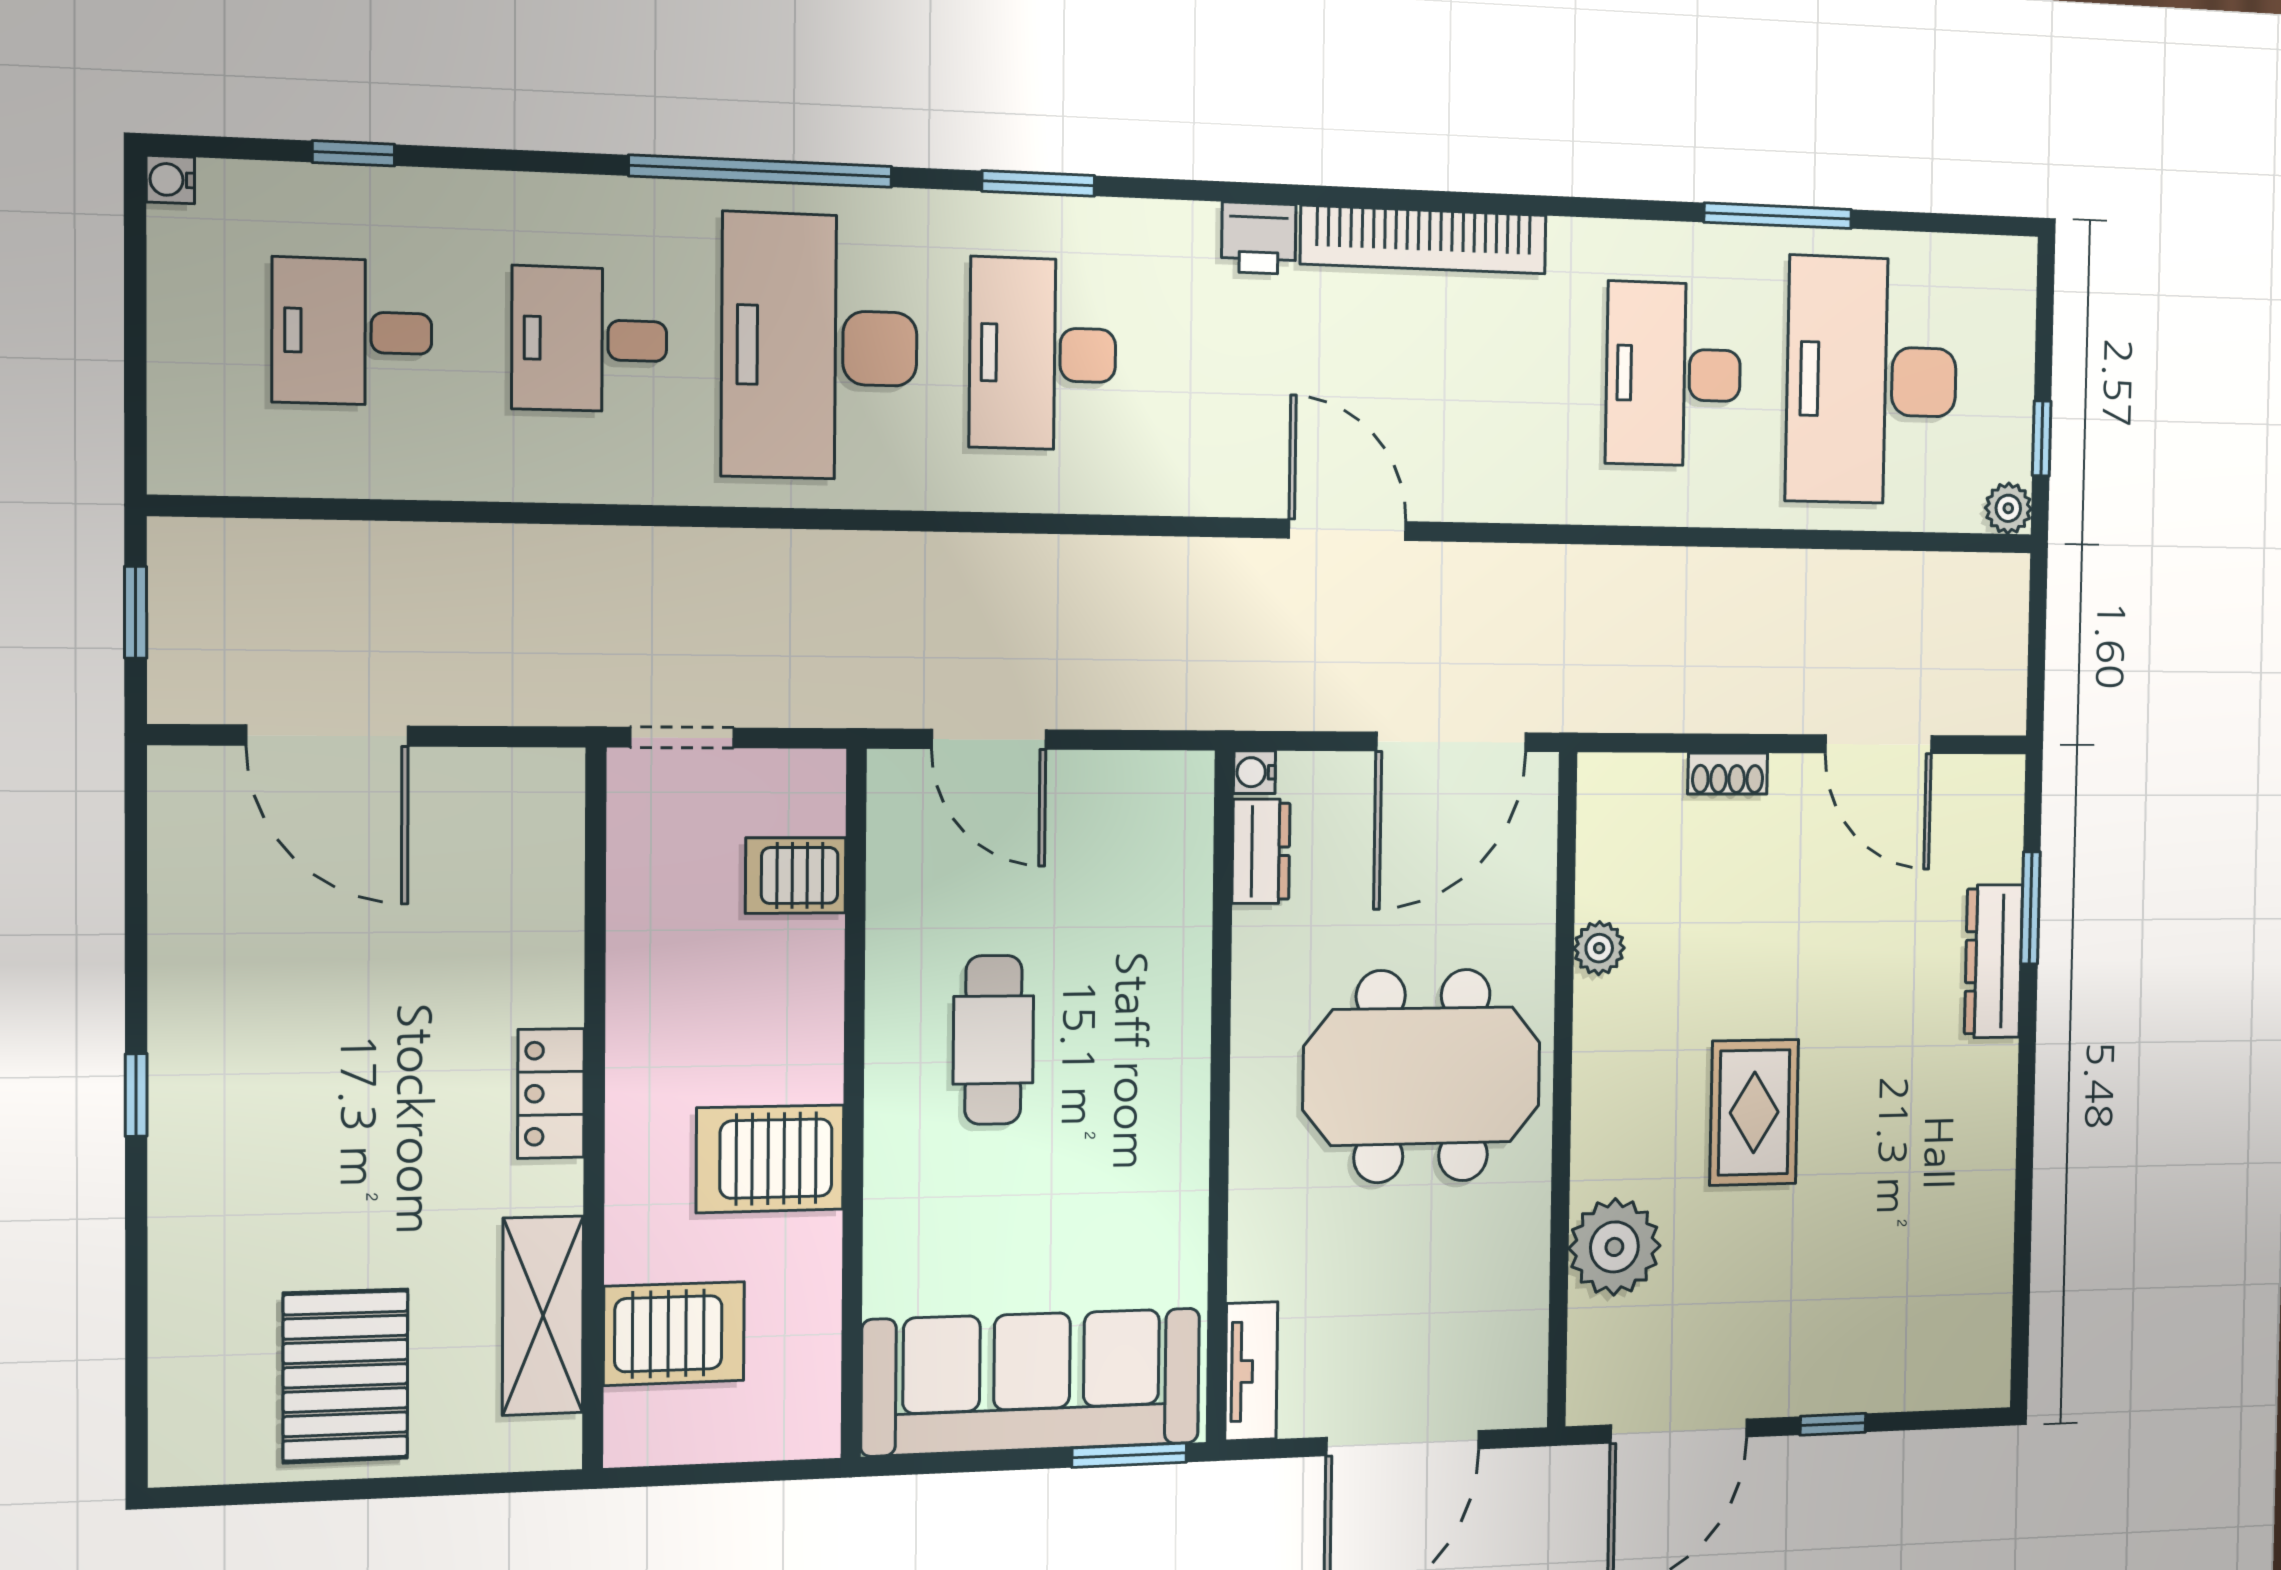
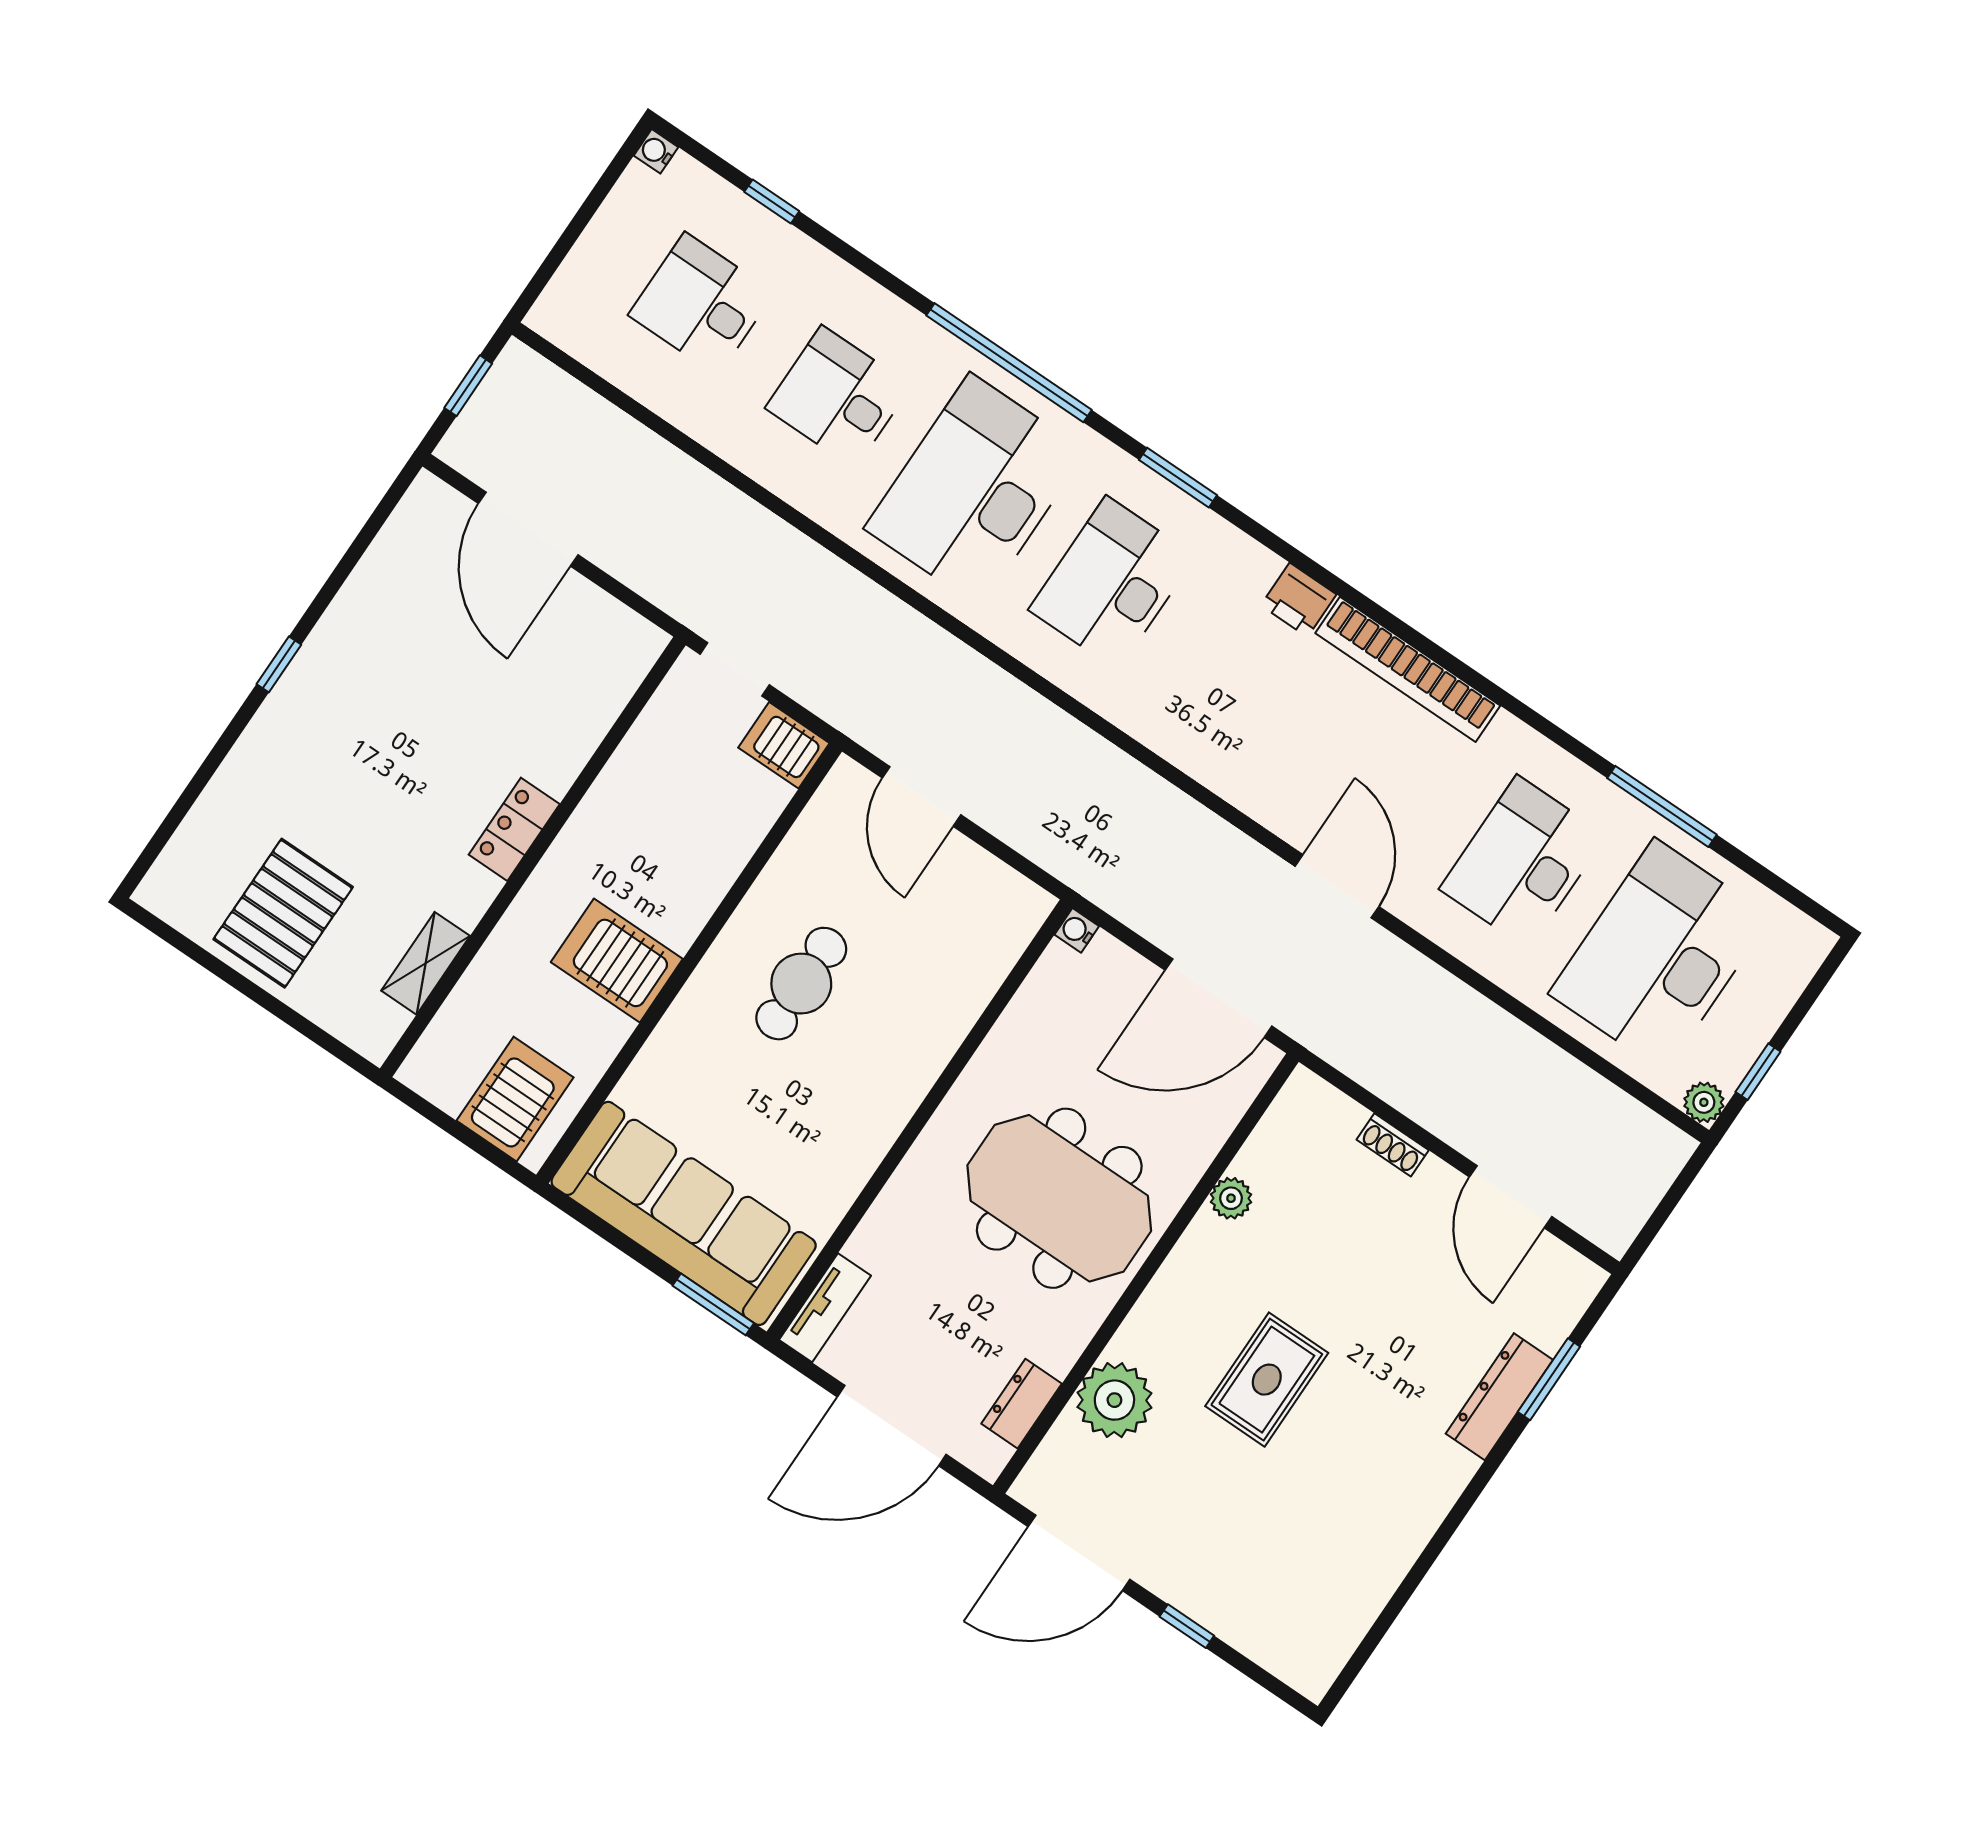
door: (1347, 530) -> (1337, 886), moved
dresser: (1261, 851) -> (1022, 1404), moved, turned 180
server rack: (796, 875) -> (784, 745), moved
shelving: (543, 1316) -> (426, 963), width x0.67, depth x0.75
server rack: (674, 1334) -> (515, 1099), moved, turned -90

